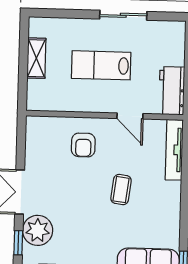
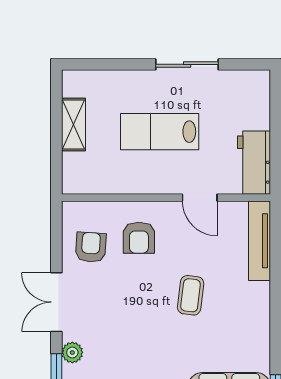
armchair: (47, 151) -> (91, 247), added
plant: (38, 230) -> (72, 352), width x0.53, depth x0.53

